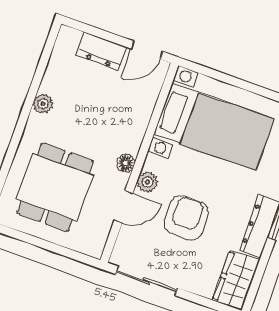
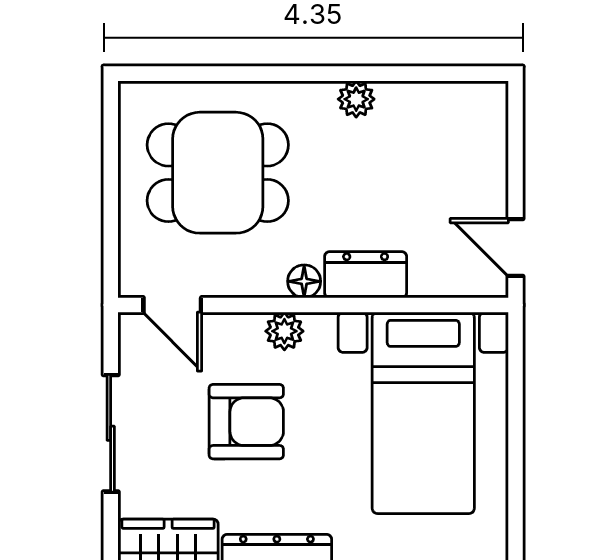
dresser: (102, 51) -> (366, 275), moved, turned 90
door: (123, 207) -> (172, 305), moved
sliding door: (146, 281) -> (111, 433), moved

